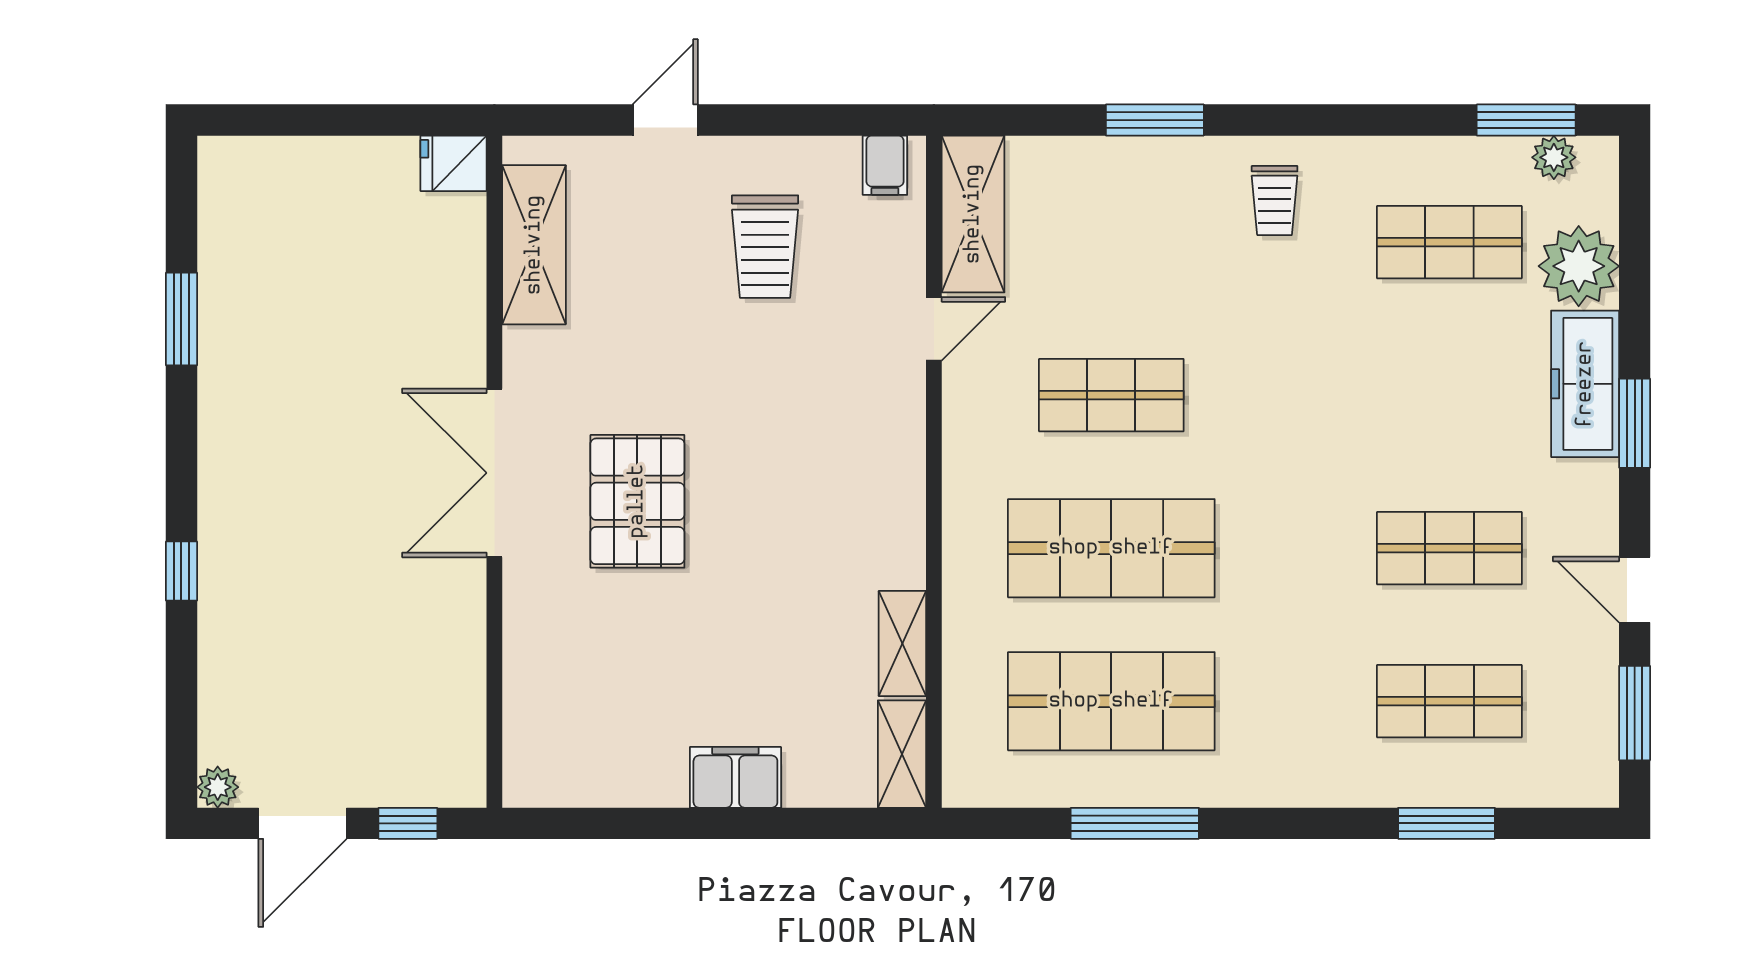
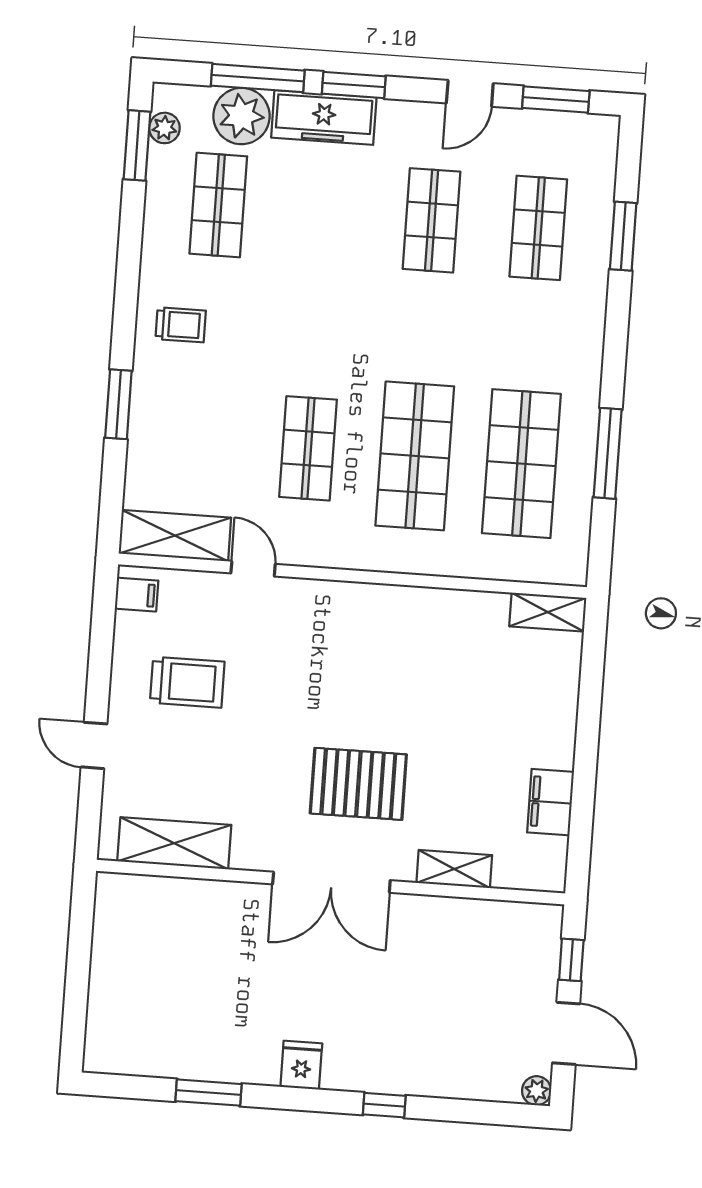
fridge: (453, 163) -> (301, 1065), moved, turned 180
window: (1635, 285) -> (258, 78), added
shelving: (902, 643) -> (454, 869), moved
filing cabinet: (735, 777) -> (550, 802), moved

